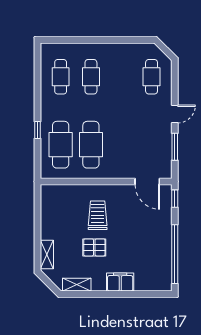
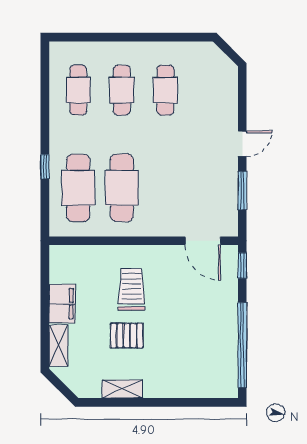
cafe table: (152, 77) -> (165, 90), moved
filing cabinet: (120, 282) -> (62, 304), moved, turned 90
shelving: (77, 285) -> (122, 389), moved

